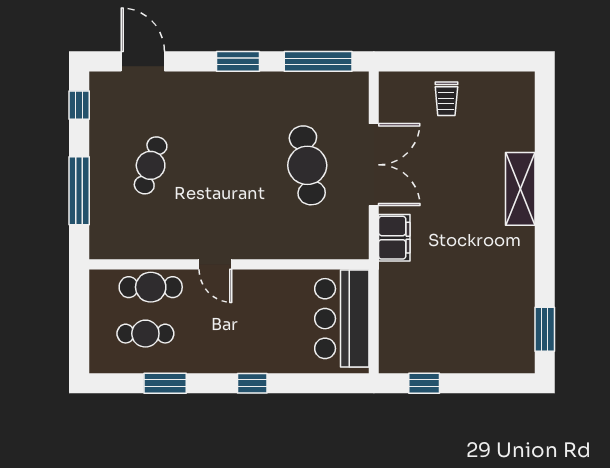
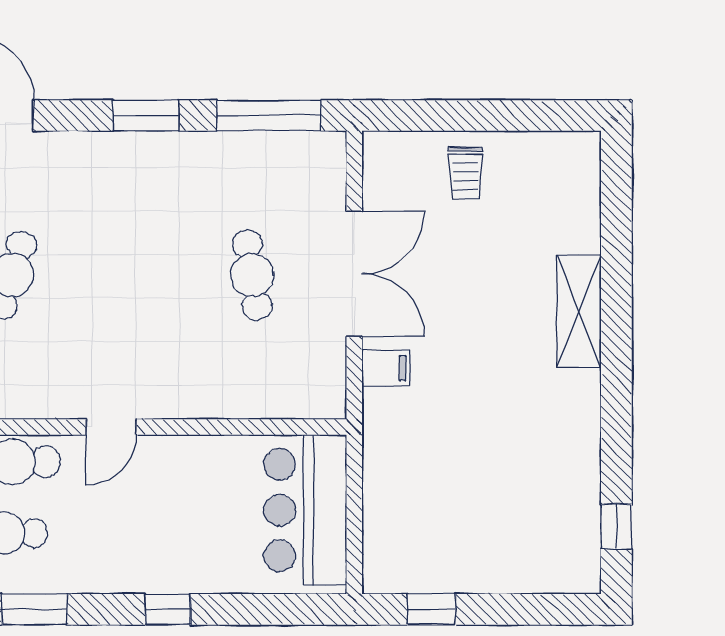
cafe table: (307, 165) -> (252, 275), width x0.73, depth x0.74
filing cabinet: (394, 238) -> (386, 368), width x0.50
door: (215, 264) -> (111, 427), hinge flipped
window: (545, 329) -> (616, 526), width x0.67

